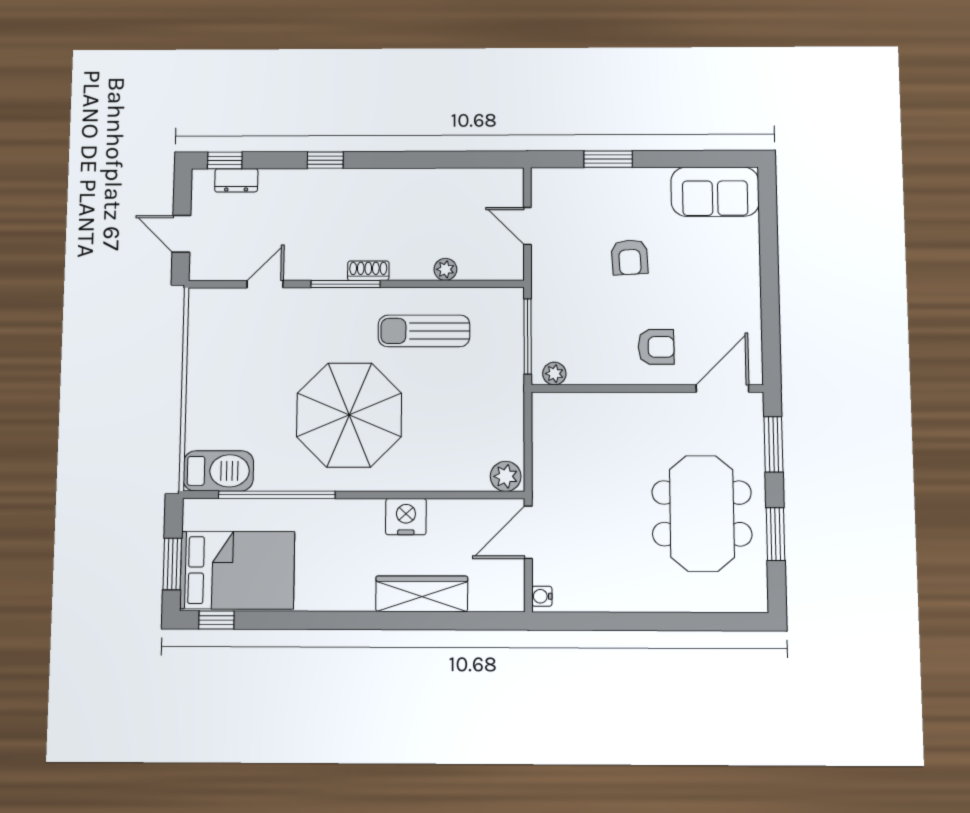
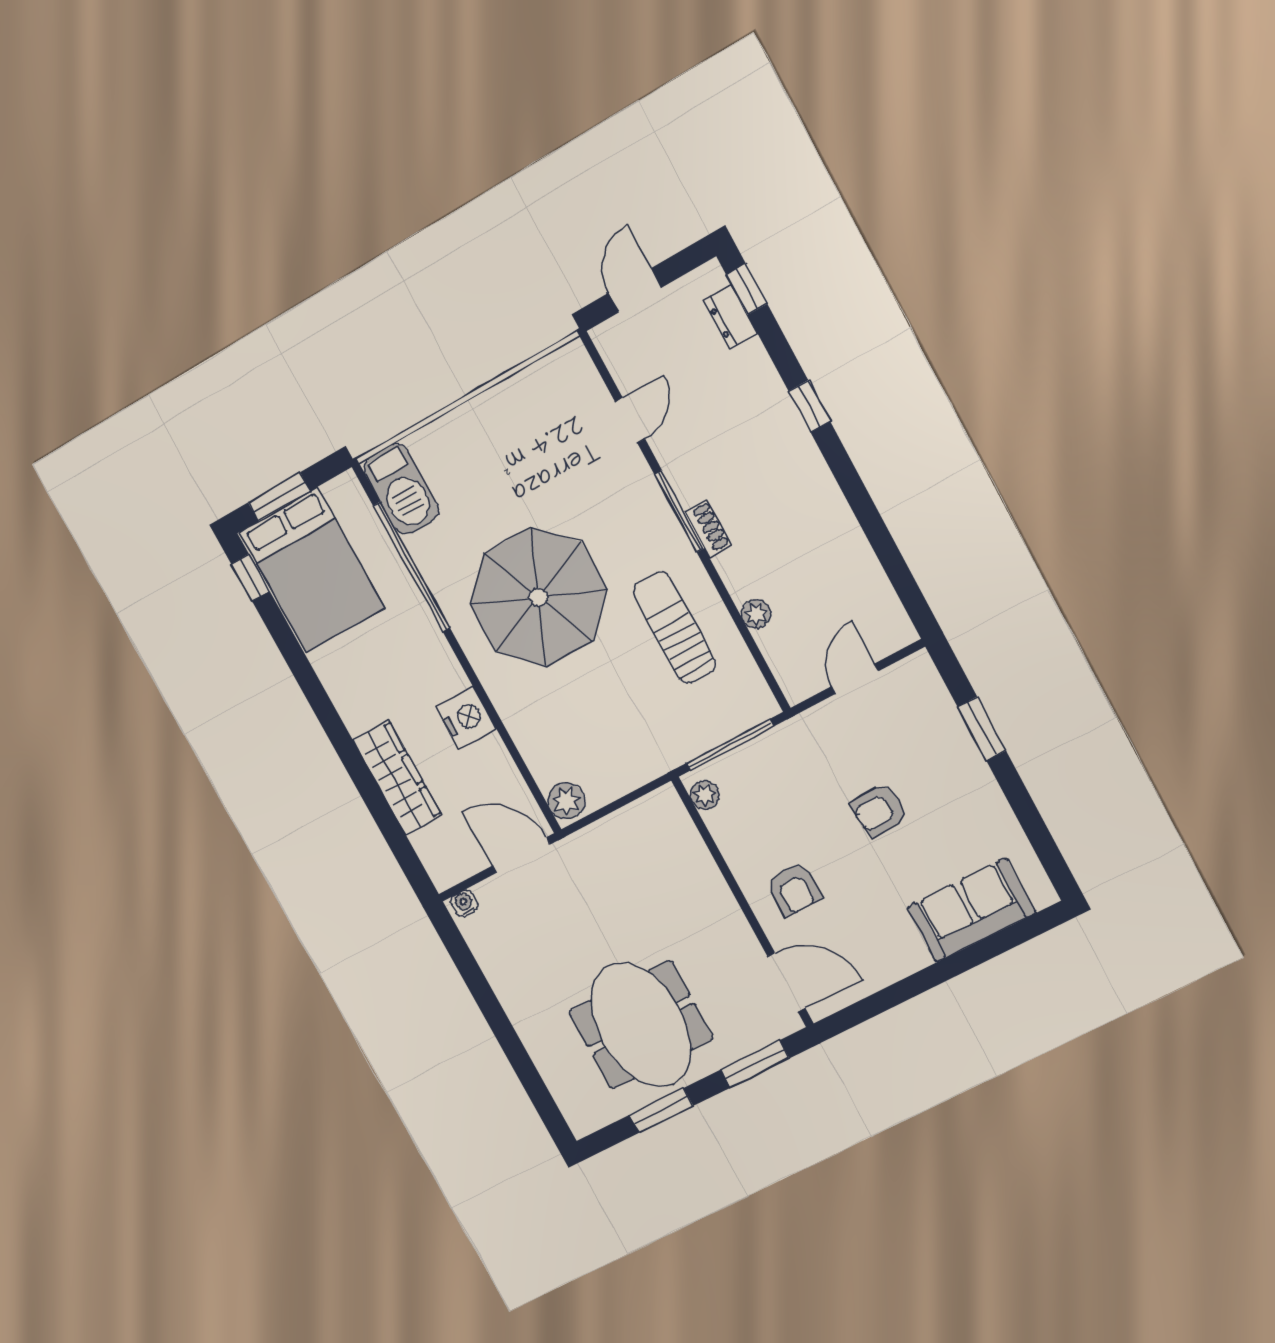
sofa: (715, 192) -> (971, 910), moved, turned 90
door: (265, 284) -> (630, 420), hinge flipped
meeting table: (702, 513) -> (641, 1025), turned 90

